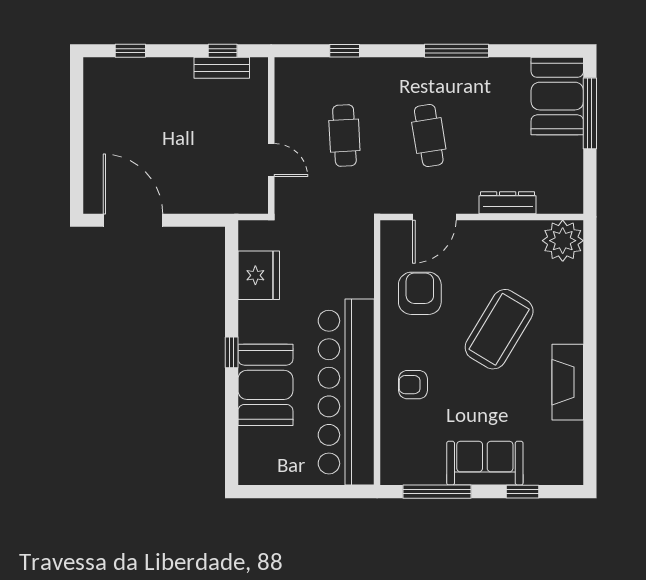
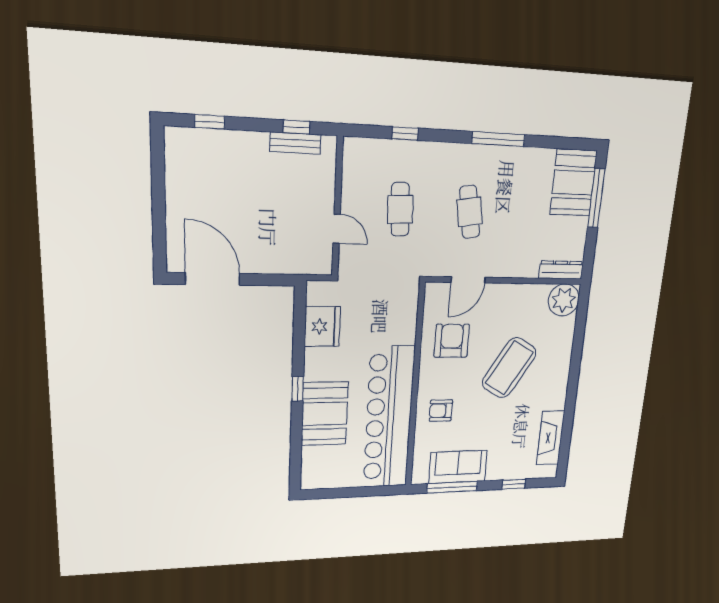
dresser: (508, 203) -> (561, 270), moved
fireplace: (568, 382) -> (551, 438), moved
sofa: (485, 463) -> (458, 467), moved

